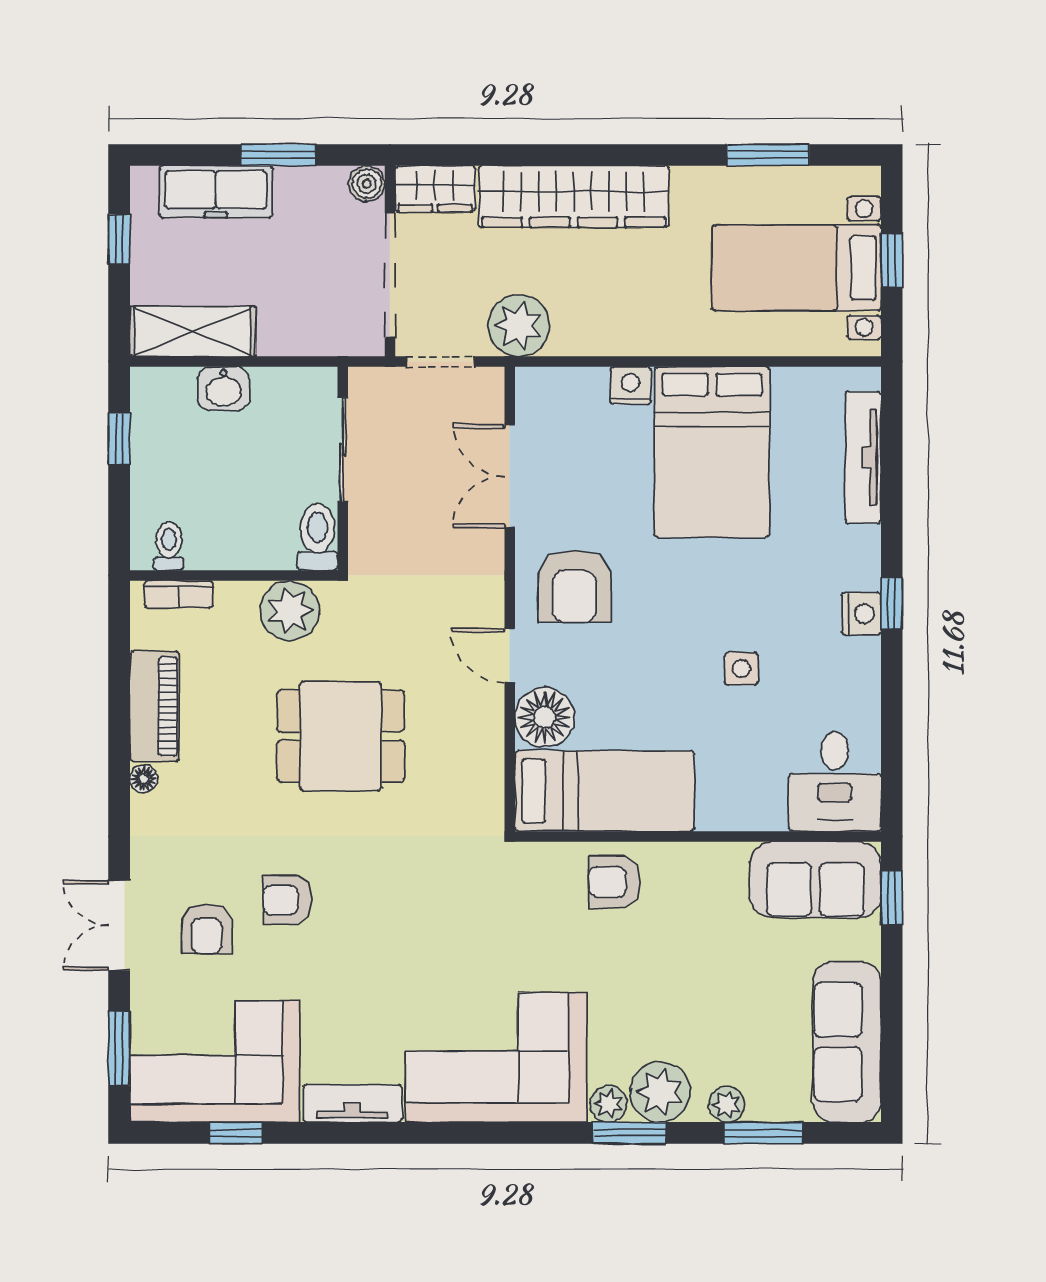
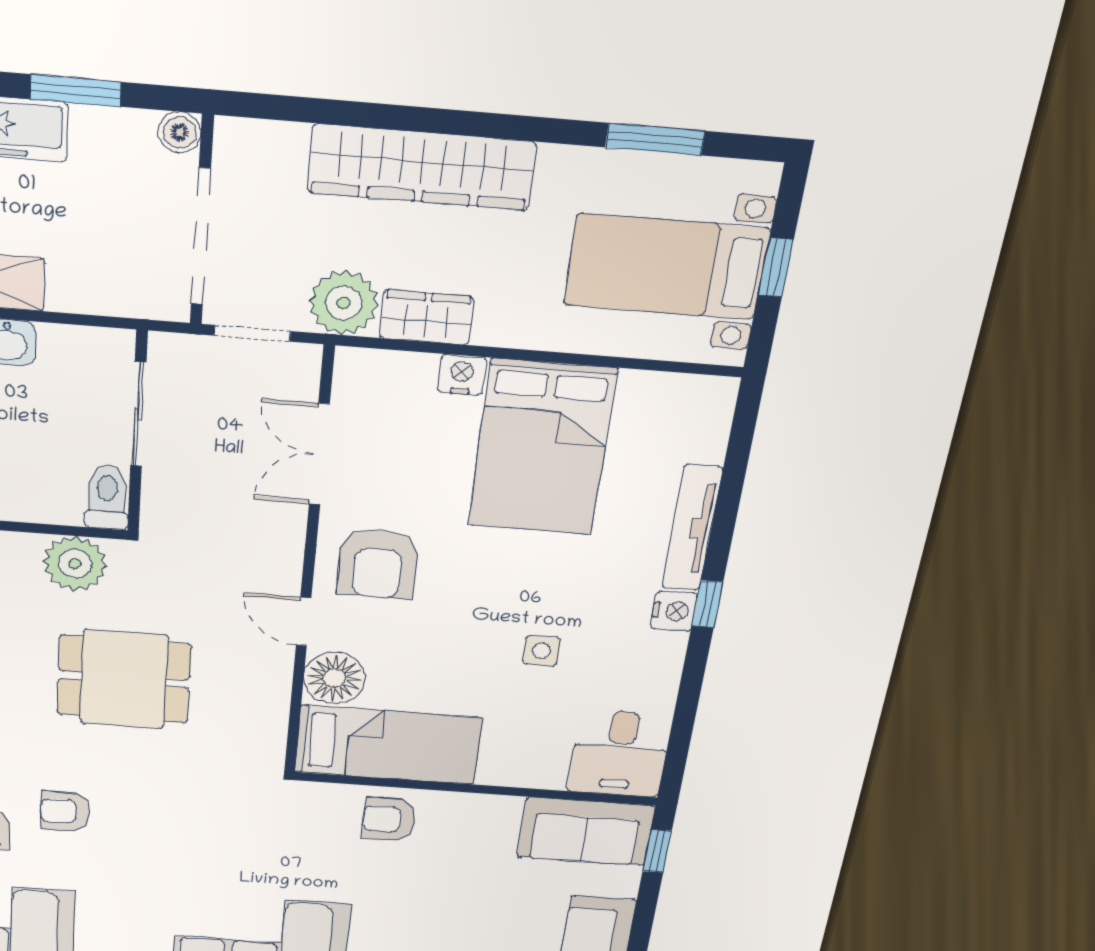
wardrobe: (435, 189) -> (426, 317), moved, turned 180
tv unit: (863, 457) -> (692, 528), moved

